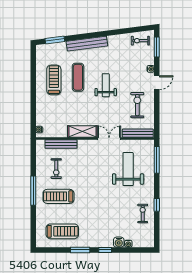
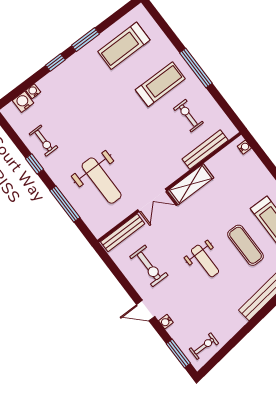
door: (157, 83) -> (146, 311), hinge flipped
window: (157, 160) -> (65, 204), moved
water cooler: (119, 242) -> (23, 102), moved

